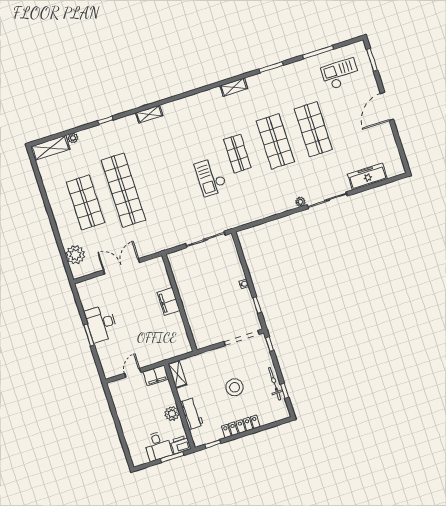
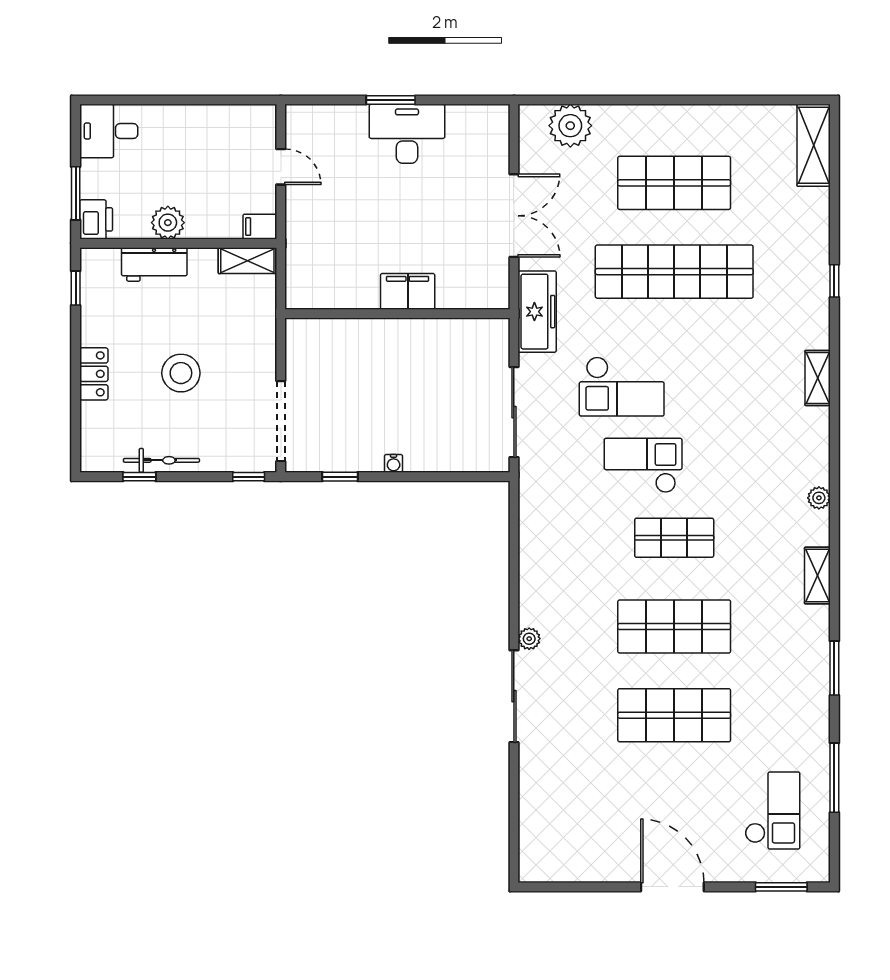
plant: (73, 138) -> (819, 498), moved
freezer: (367, 176) -> (537, 312), moved
checkout: (180, 197) -> (622, 386), added
filing cabinet: (156, 375) -> (260, 227), width x0.50
locker: (241, 426) -> (94, 374), width x0.66
desk: (158, 446) -> (109, 131), moved

